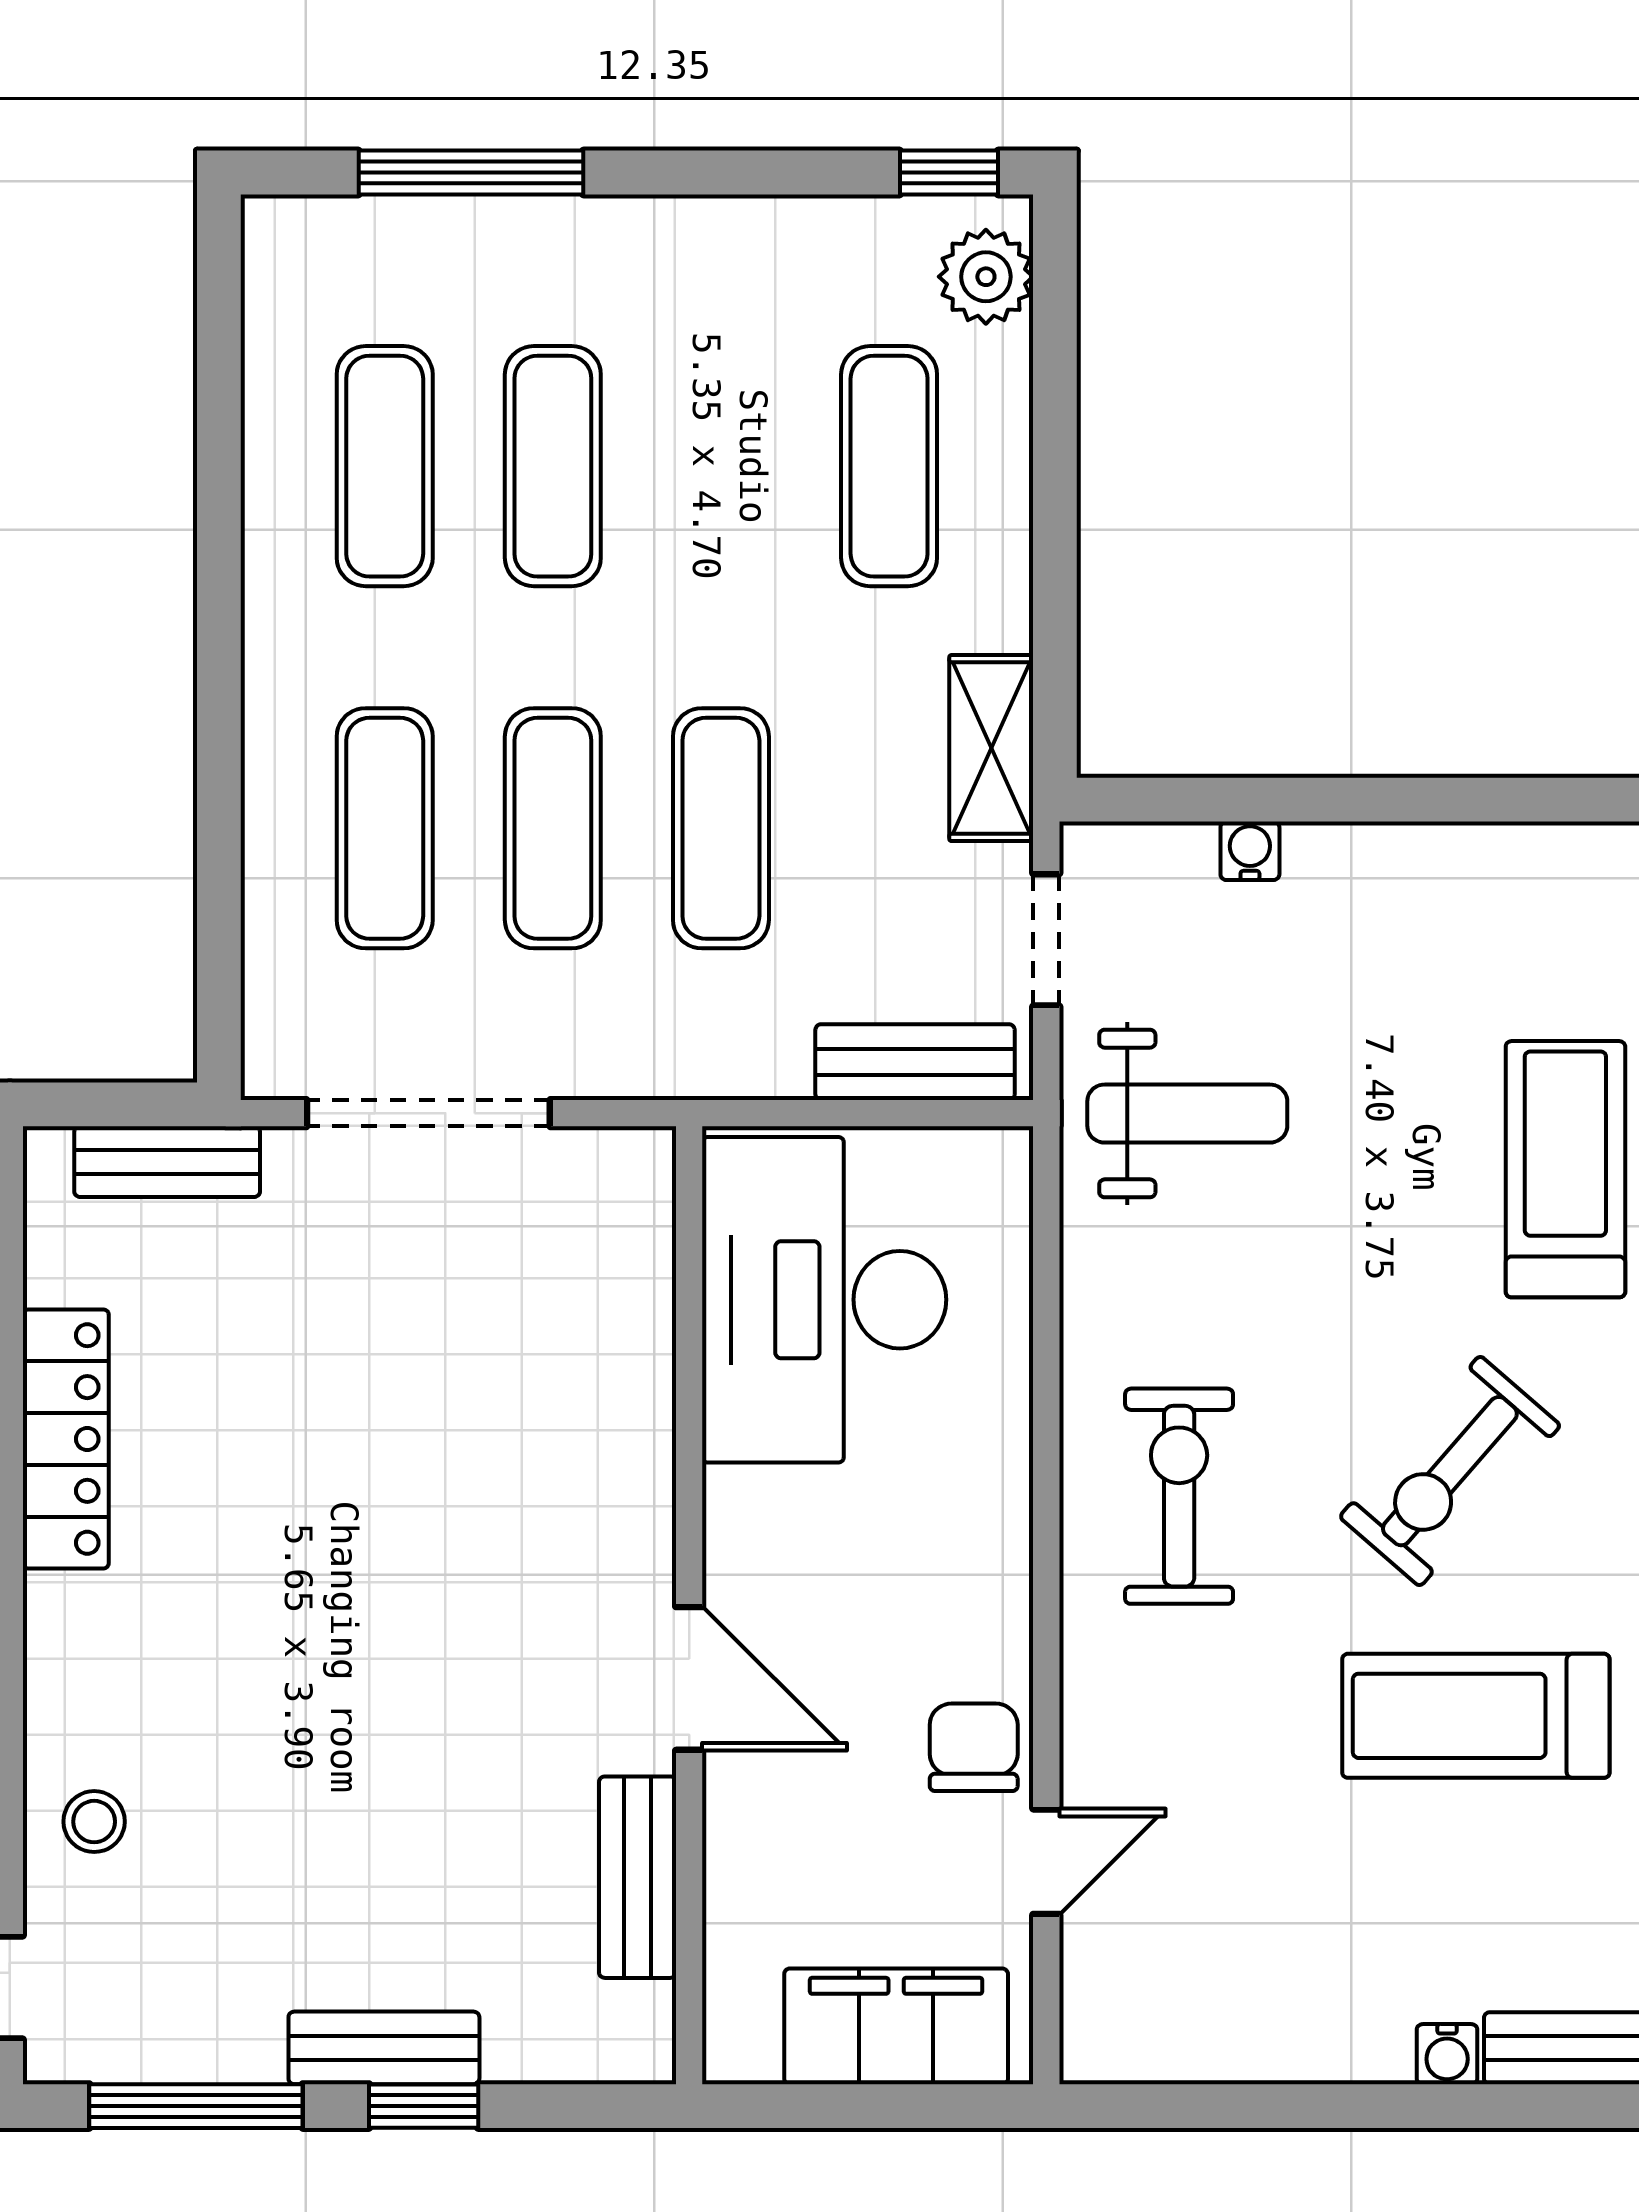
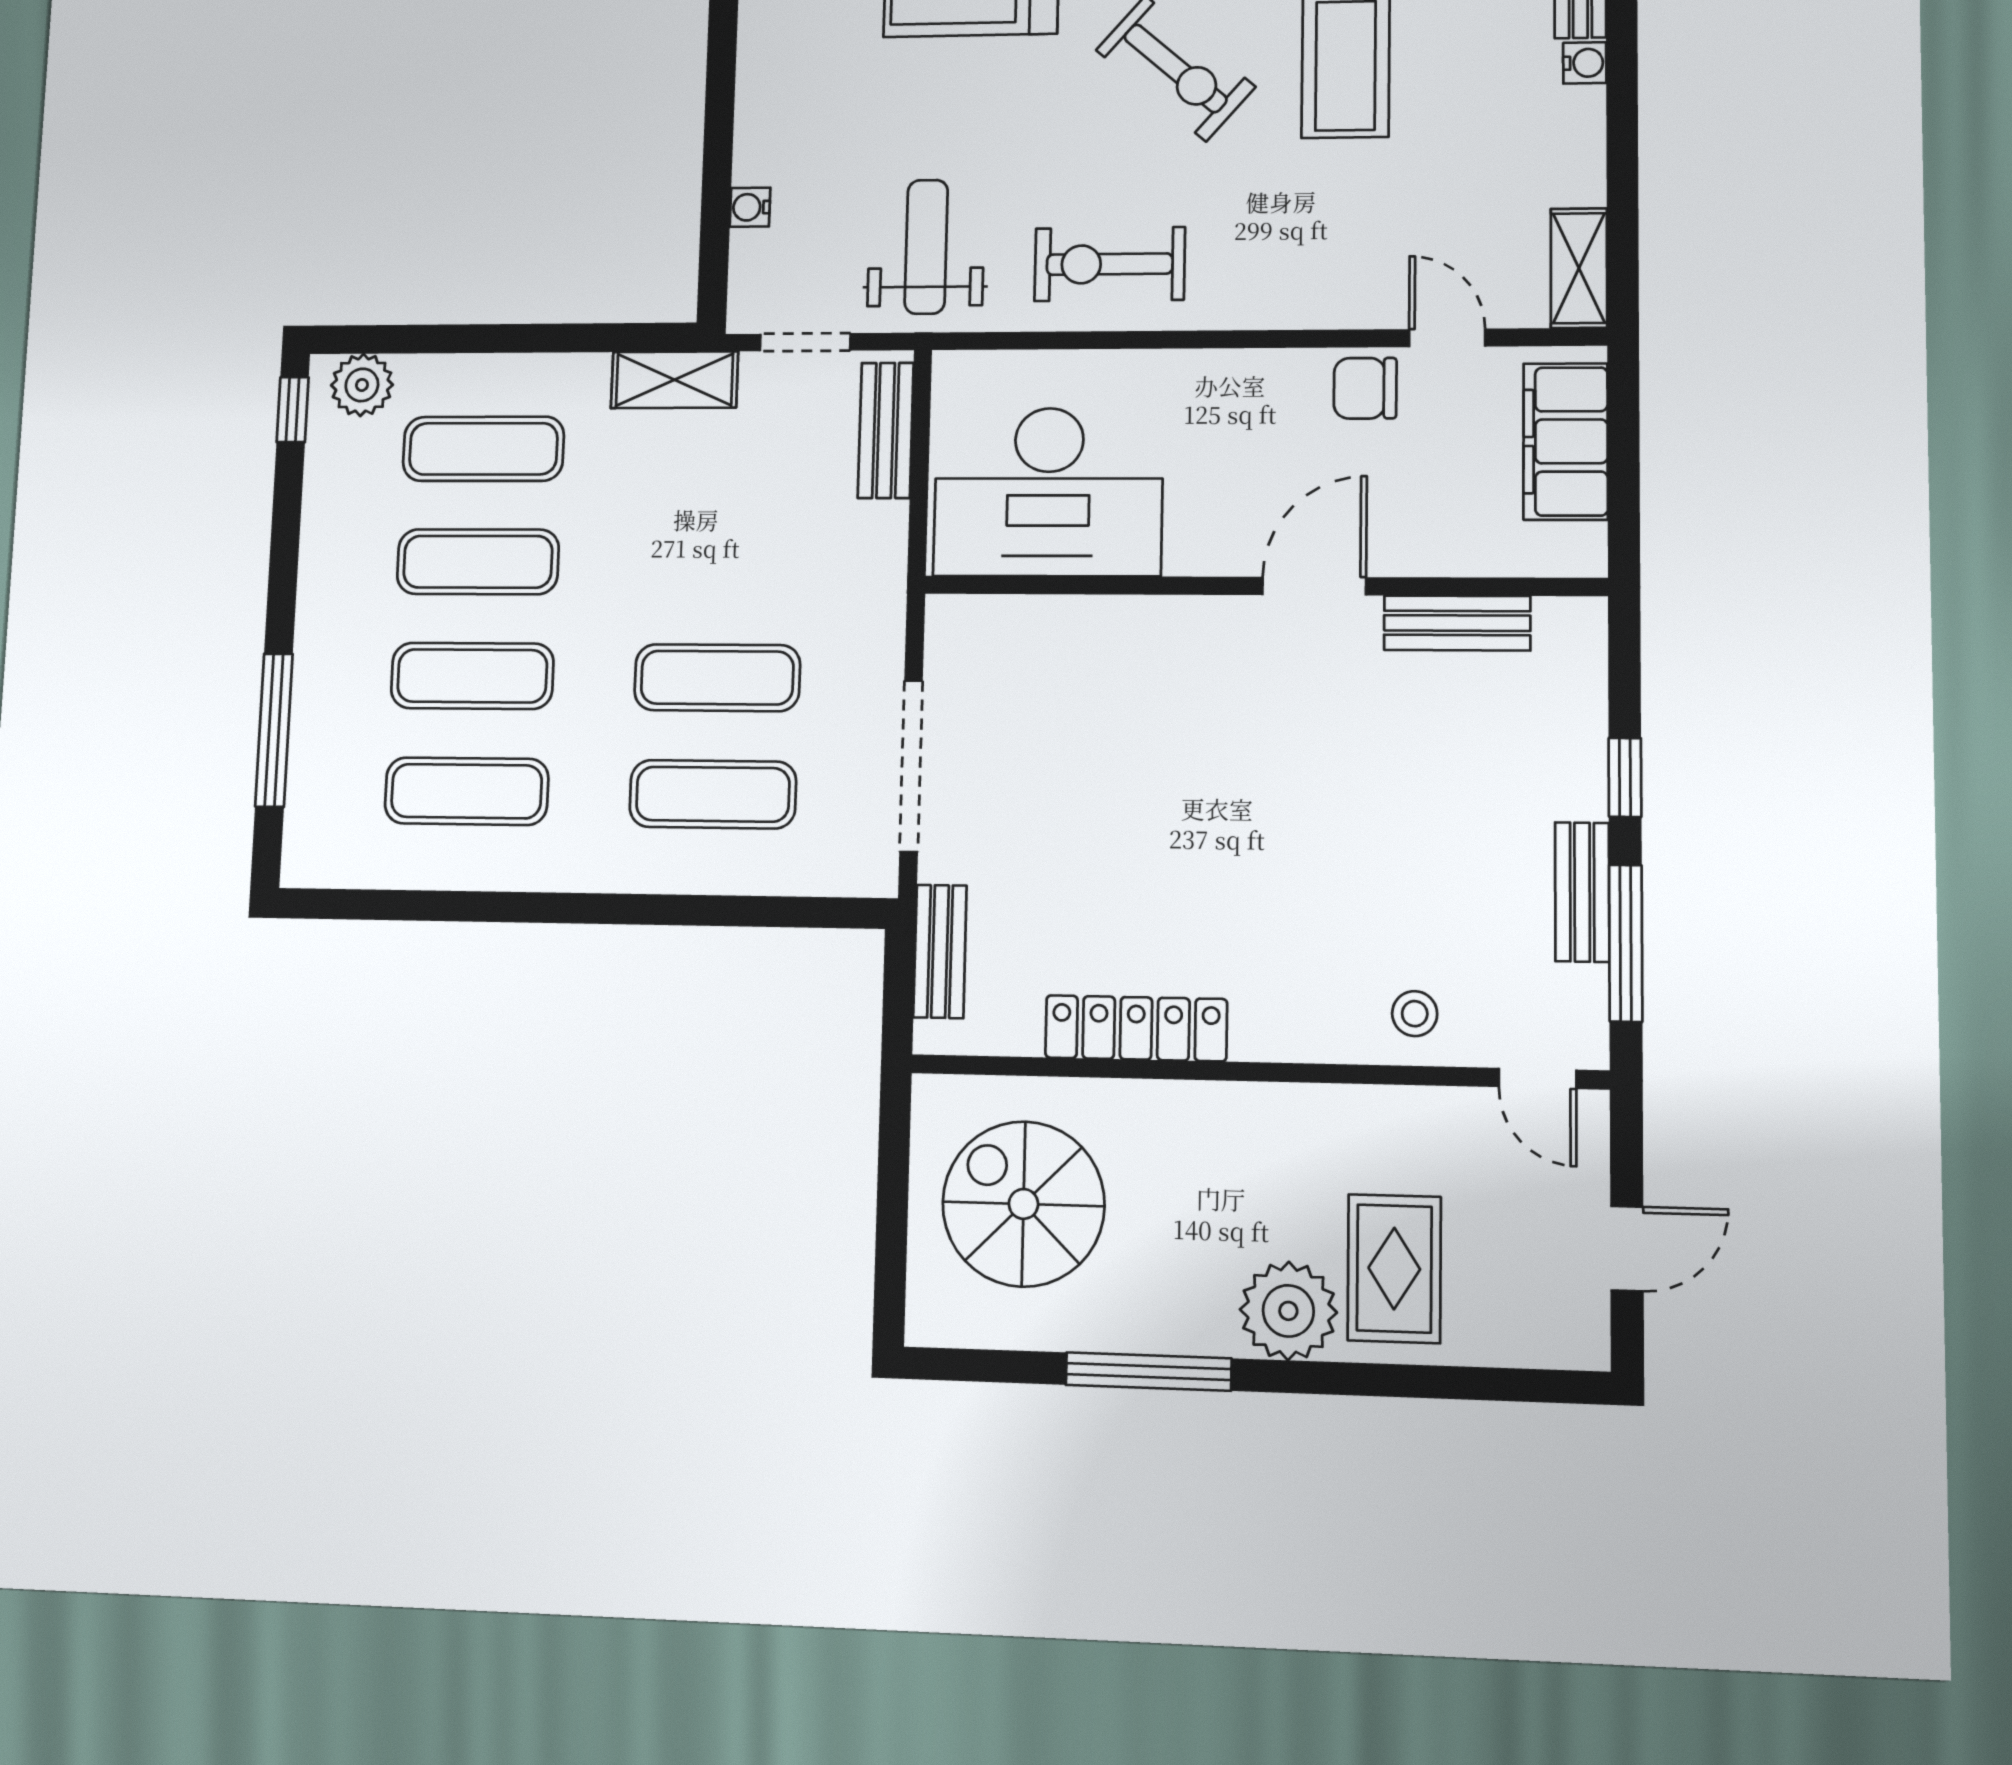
exercise mat: (721, 828) -> (478, 562), moved
exercise bike: (1179, 1496) -> (1110, 264), moved
shelving: (1146, 2045) -> (1579, 268), added
bench: (384, 2048) -> (1582, 892), moved

